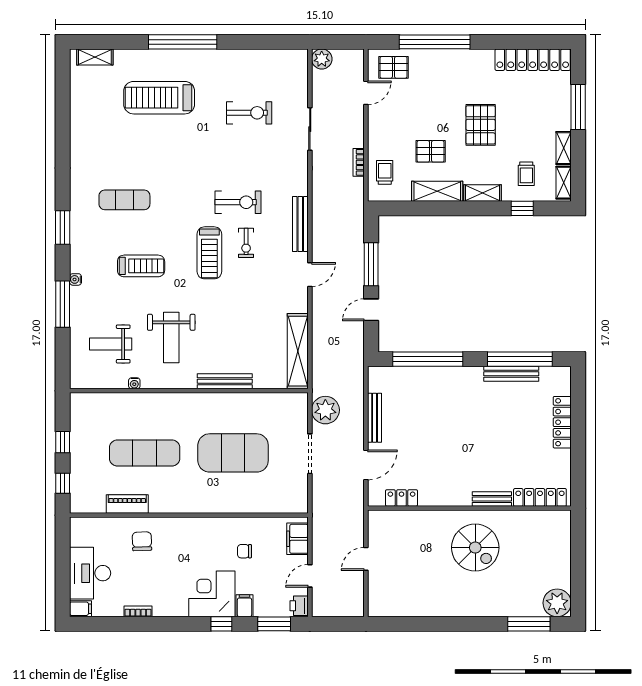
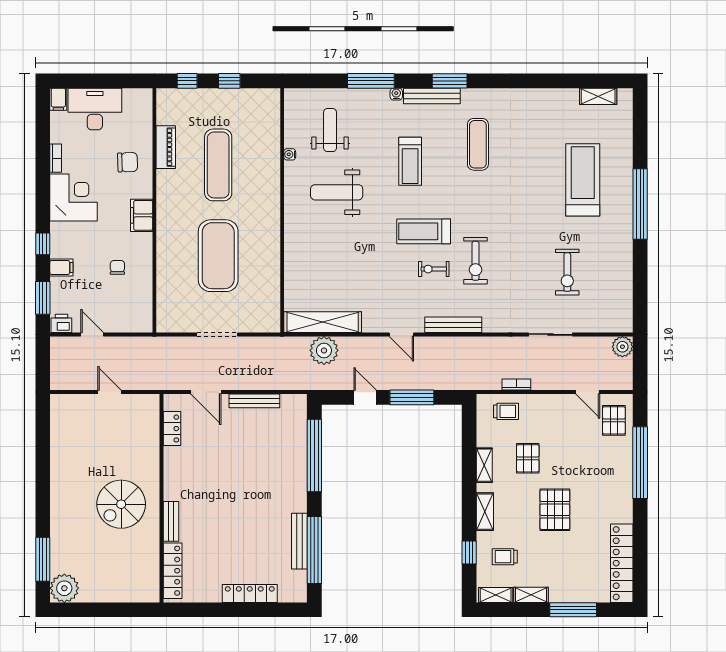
shelving: (95, 57) -> (598, 96), moved, turned 90
pallet: (481, 125) -> (555, 510), turned 90
shelving: (437, 191) -> (484, 465), width x0.67, depth x0.75
bench: (225, 381) -> (432, 96), moved, turned 90
plant: (325, 410) -> (324, 350), moved
filing cabinet: (297, 539) -> (142, 215), moved, turned -90
corner desk: (212, 594) -> (74, 197), moved

